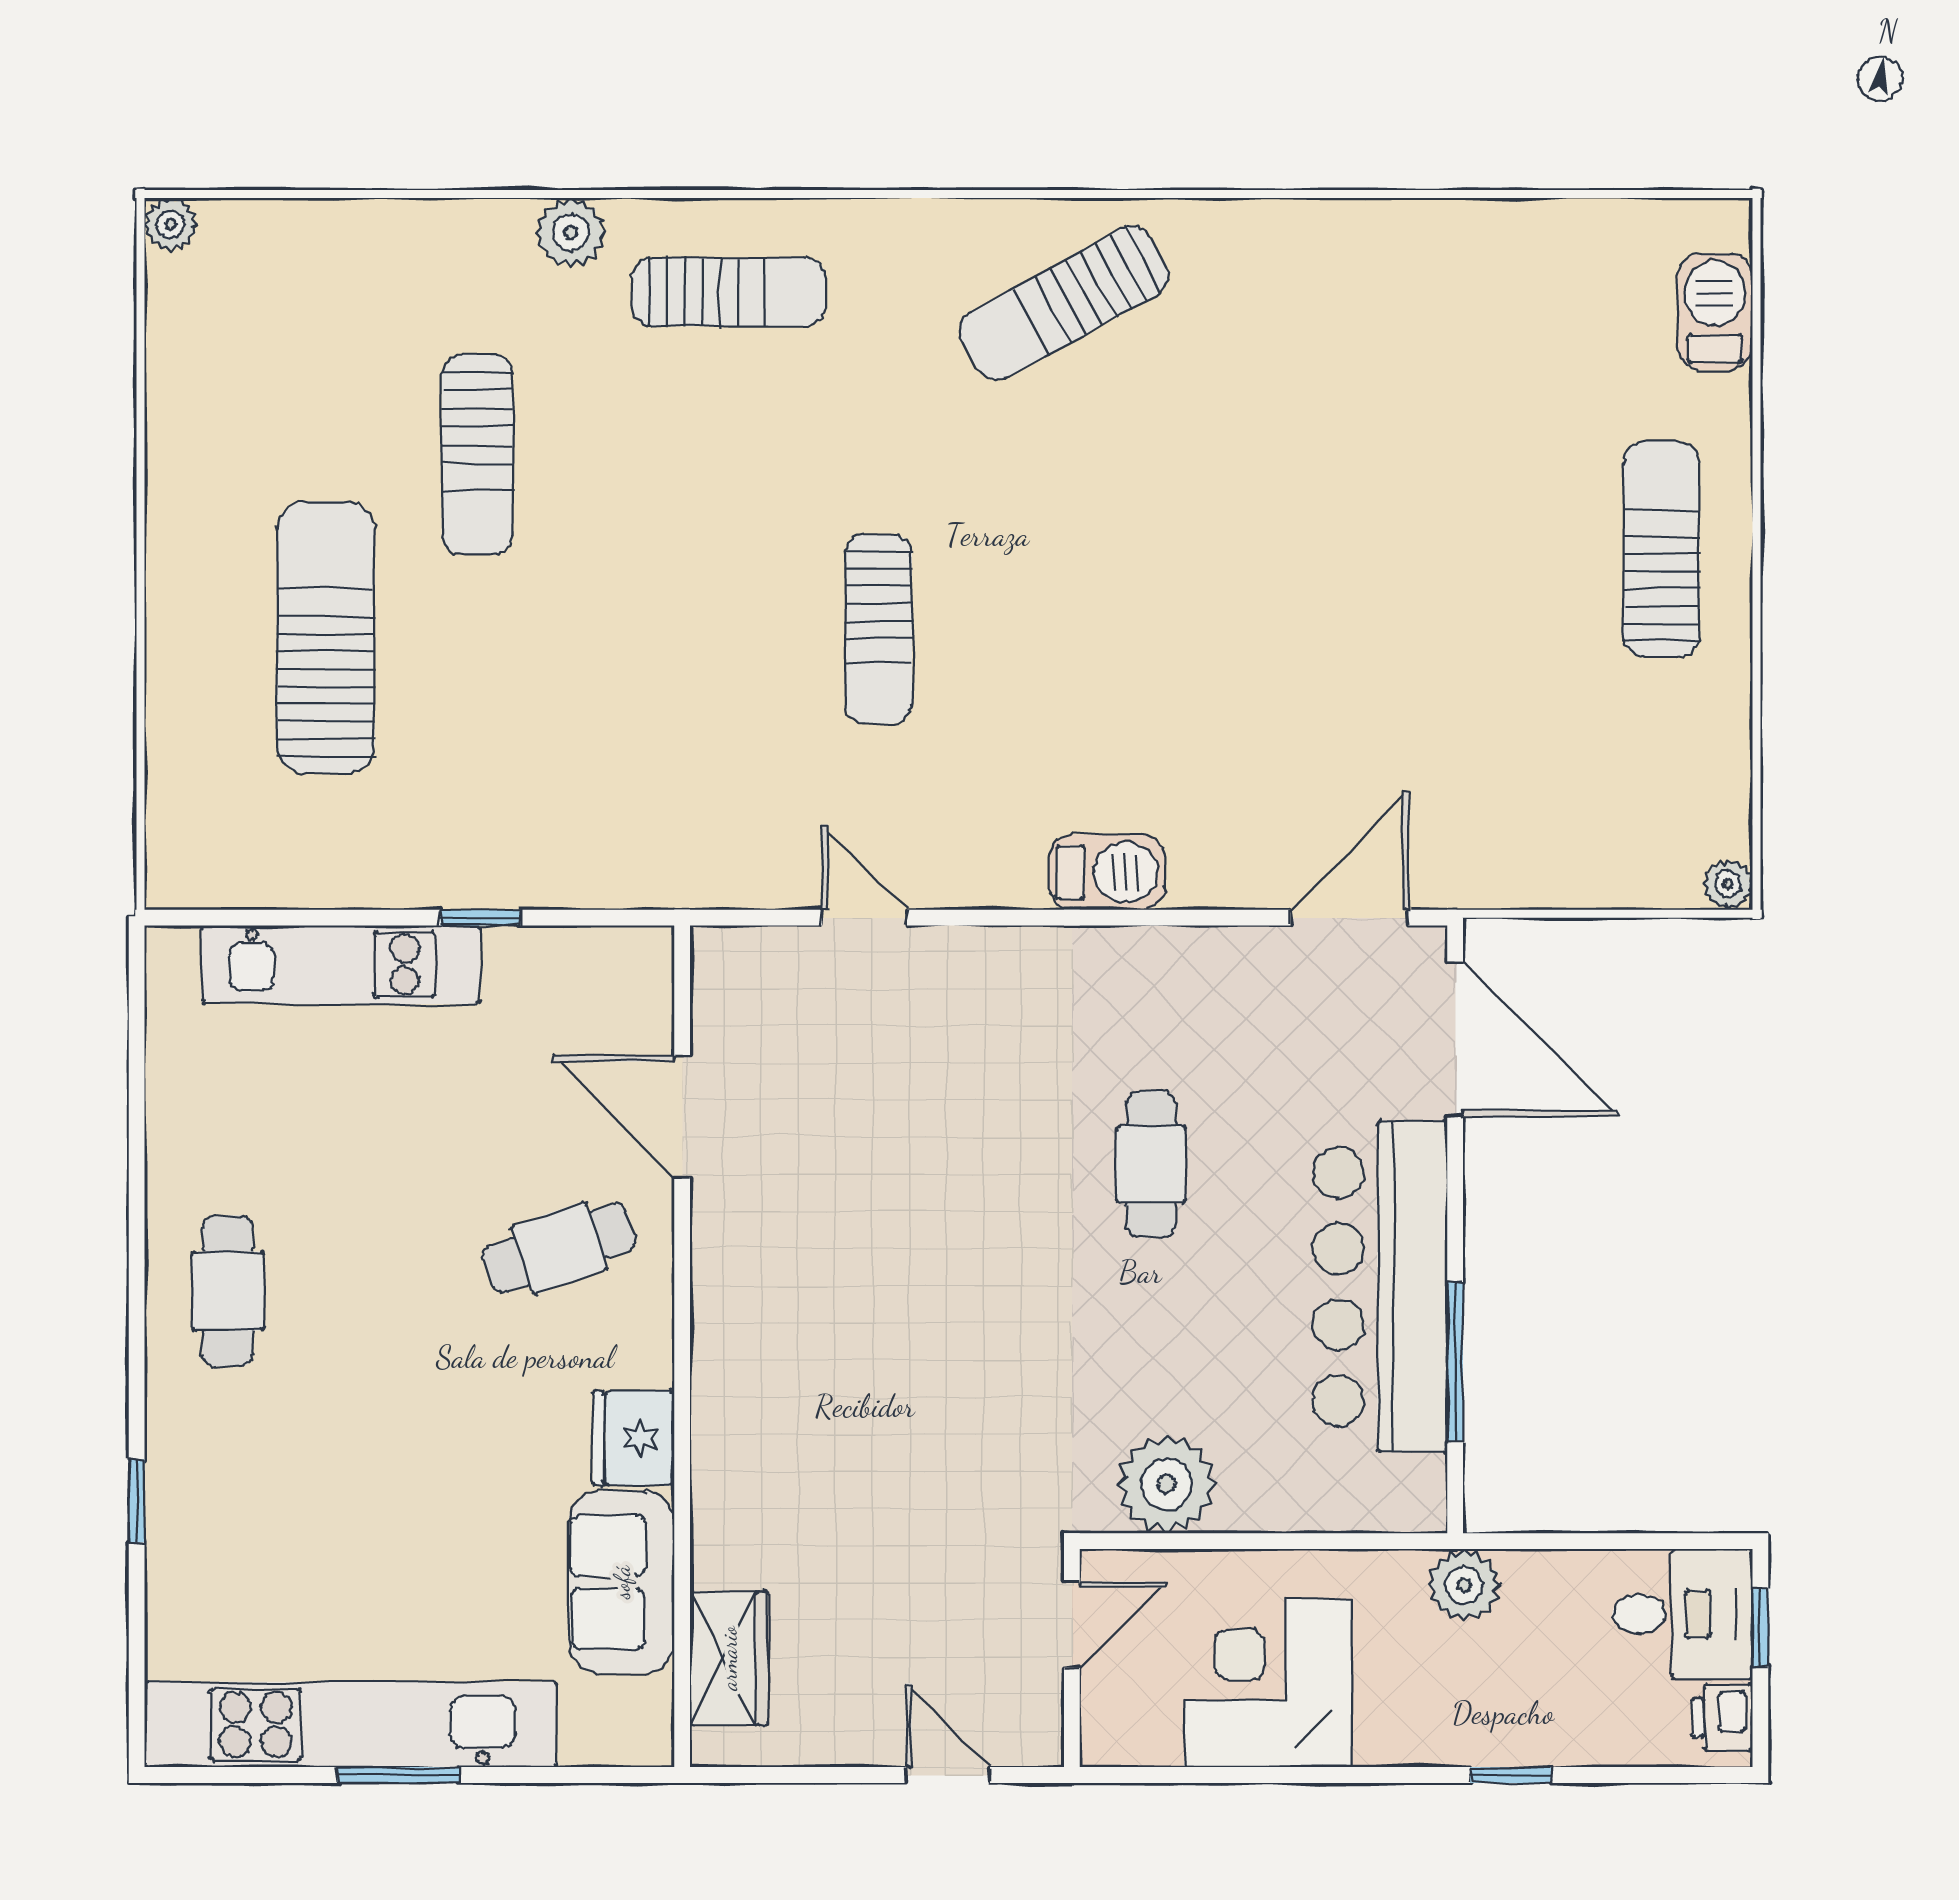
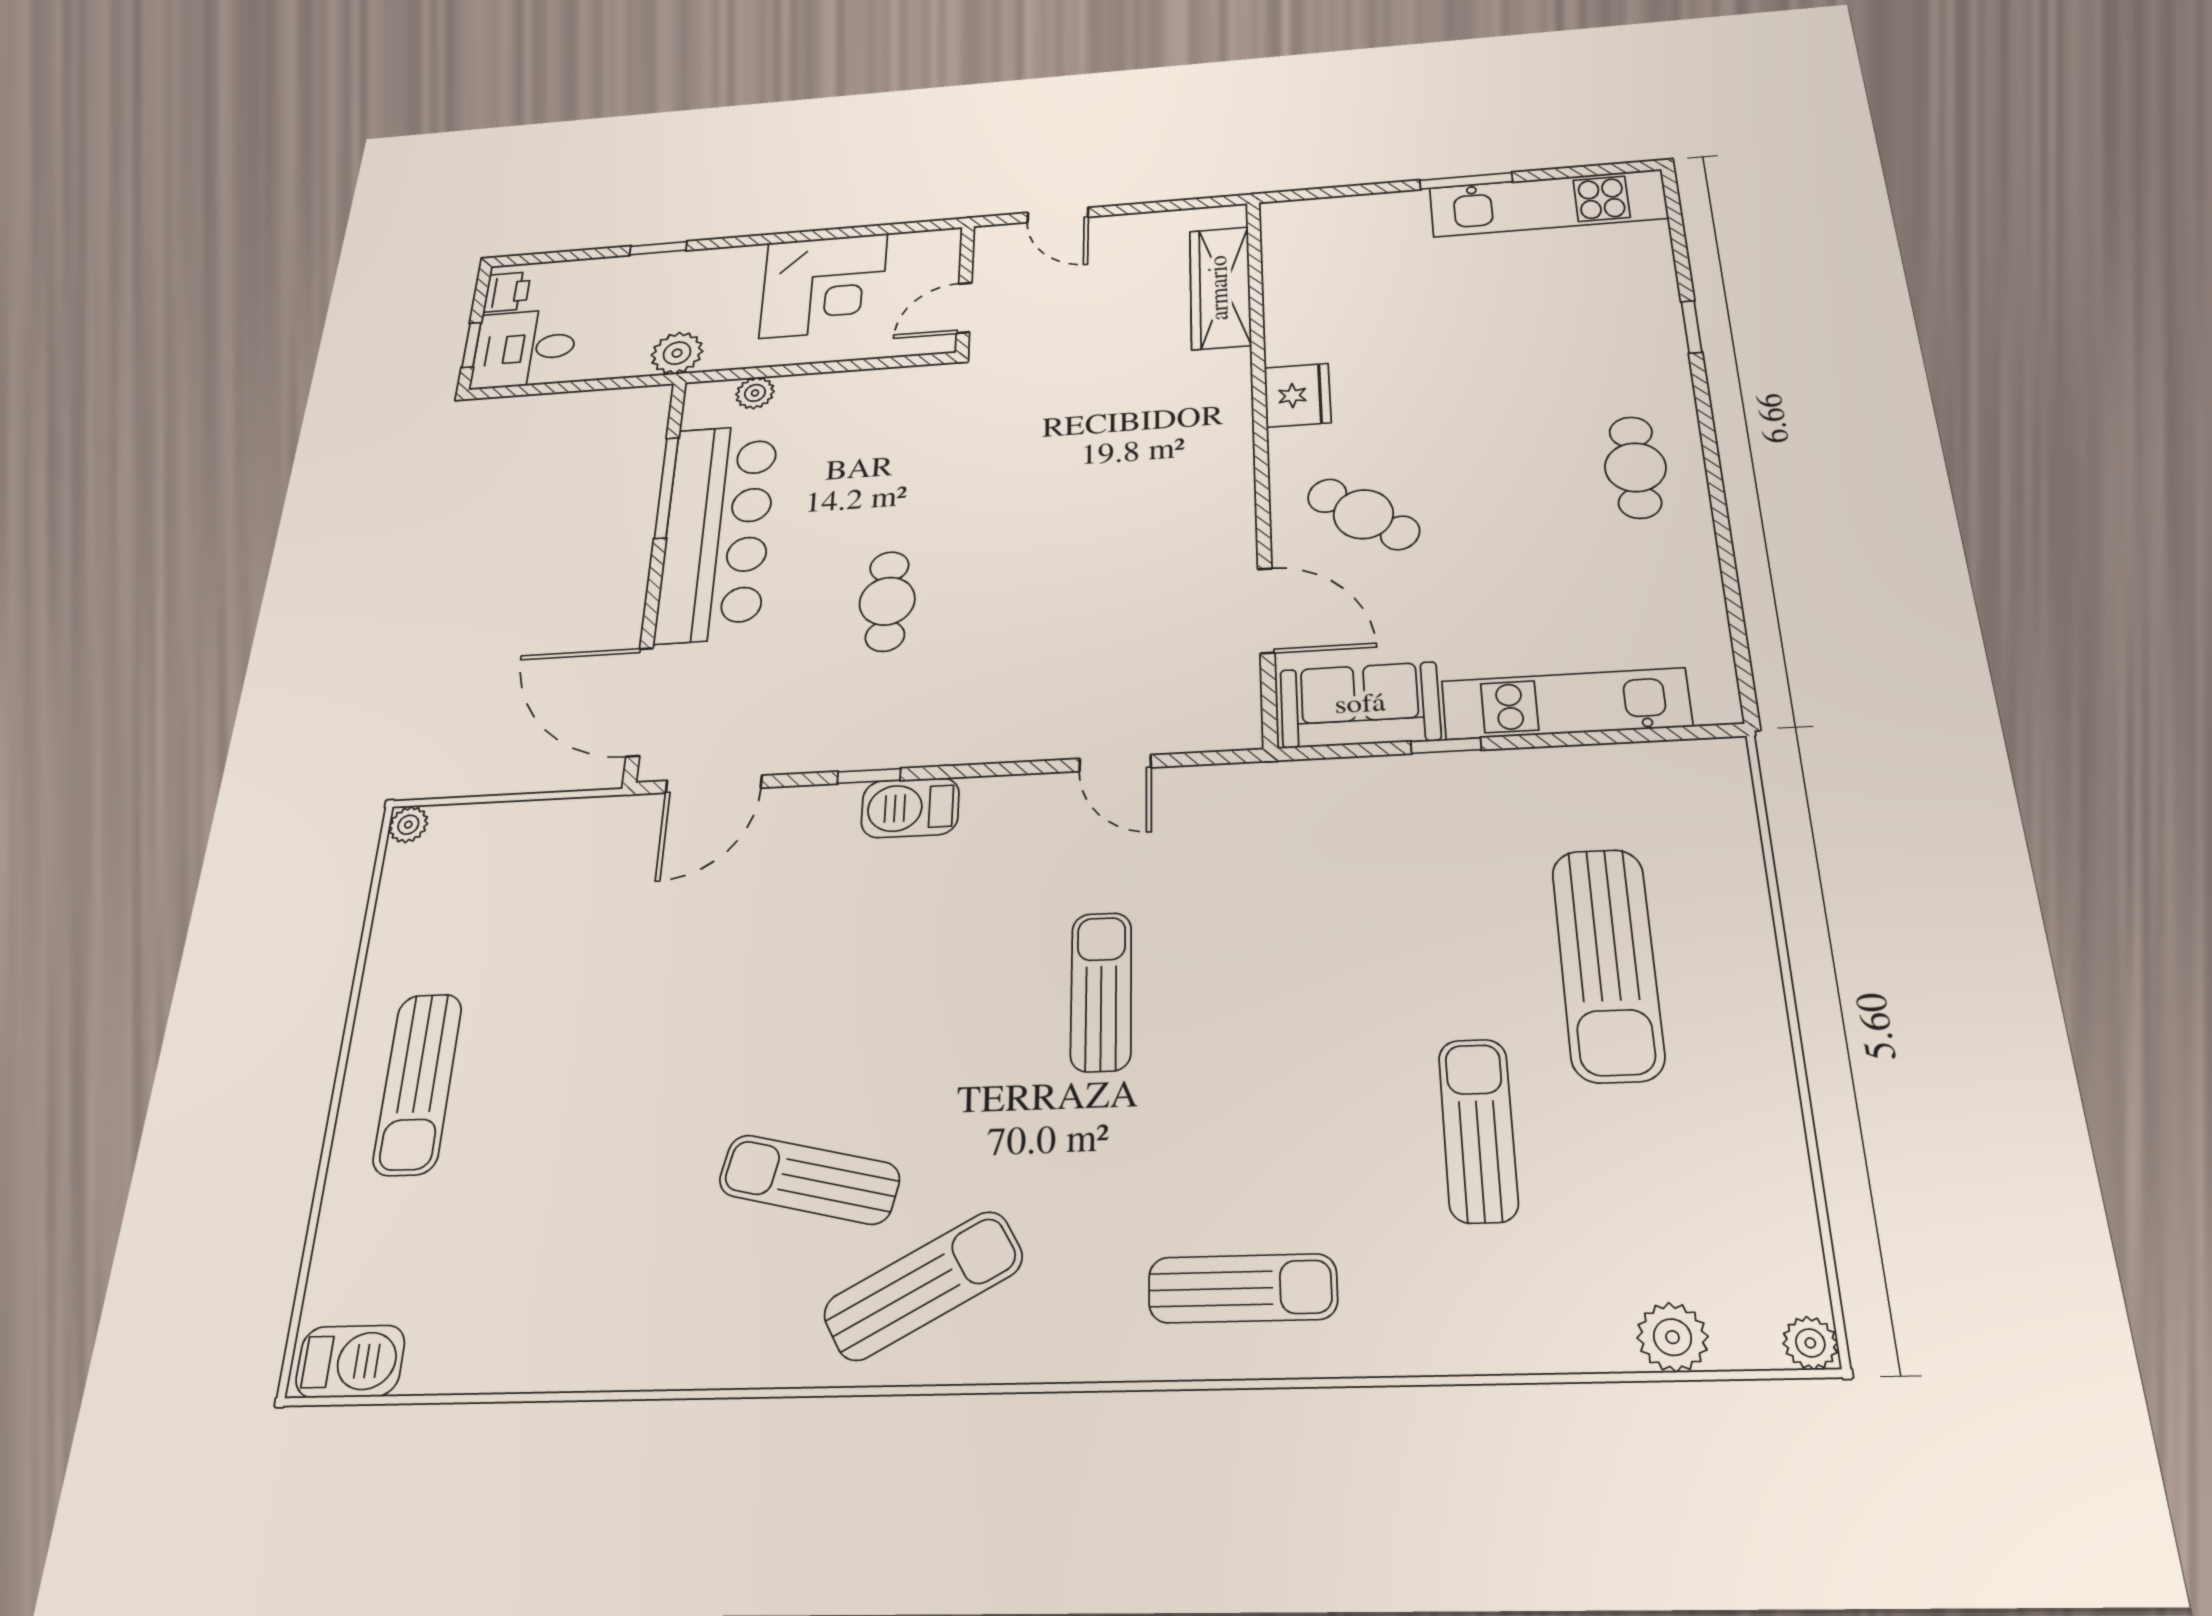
plant: (571, 233) -> (1672, 1337), moved
sun lounger: (729, 292) -> (1243, 1288), turned 180
barbecue: (1715, 312) -> (350, 1361), moved, turned -90
sun lounger: (1196, 422) -> (809, 1179), added
window: (1159, 918) -> (869, 776), added
cafe table: (559, 1248) -> (1363, 514), turned 55
plant: (1167, 1484) -> (755, 393), moved, width x0.53, depth x0.53
sofa: (622, 1582) -> (1360, 705), moved, turned -90
wardrobe: (729, 1658) -> (1220, 288), width x1.50
kitchen unit: (351, 1725) -> (1548, 203), width x0.73

